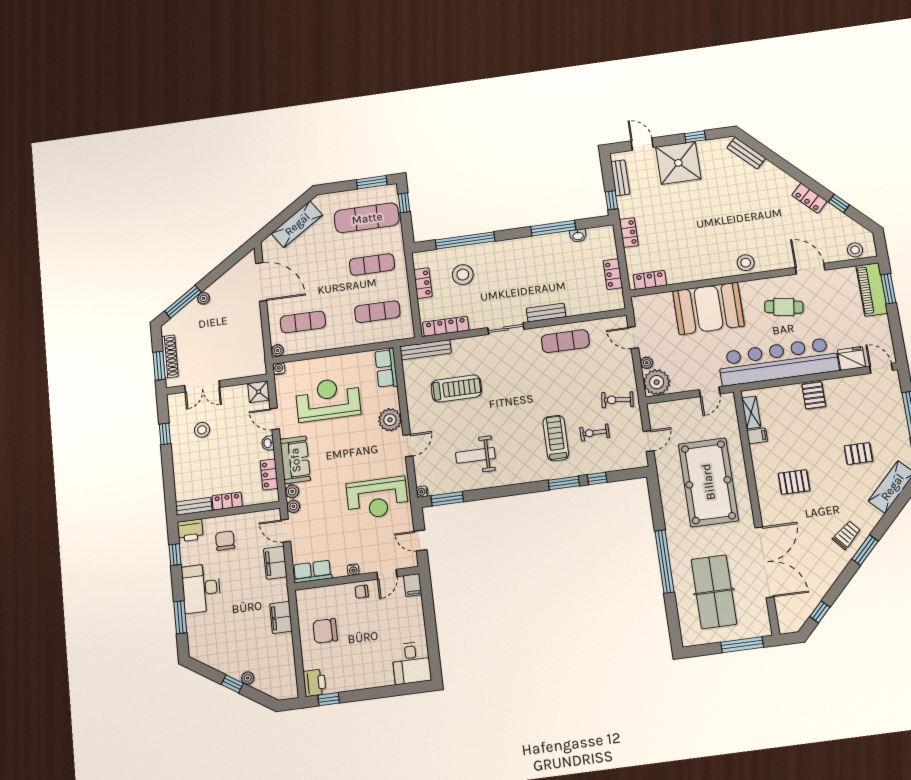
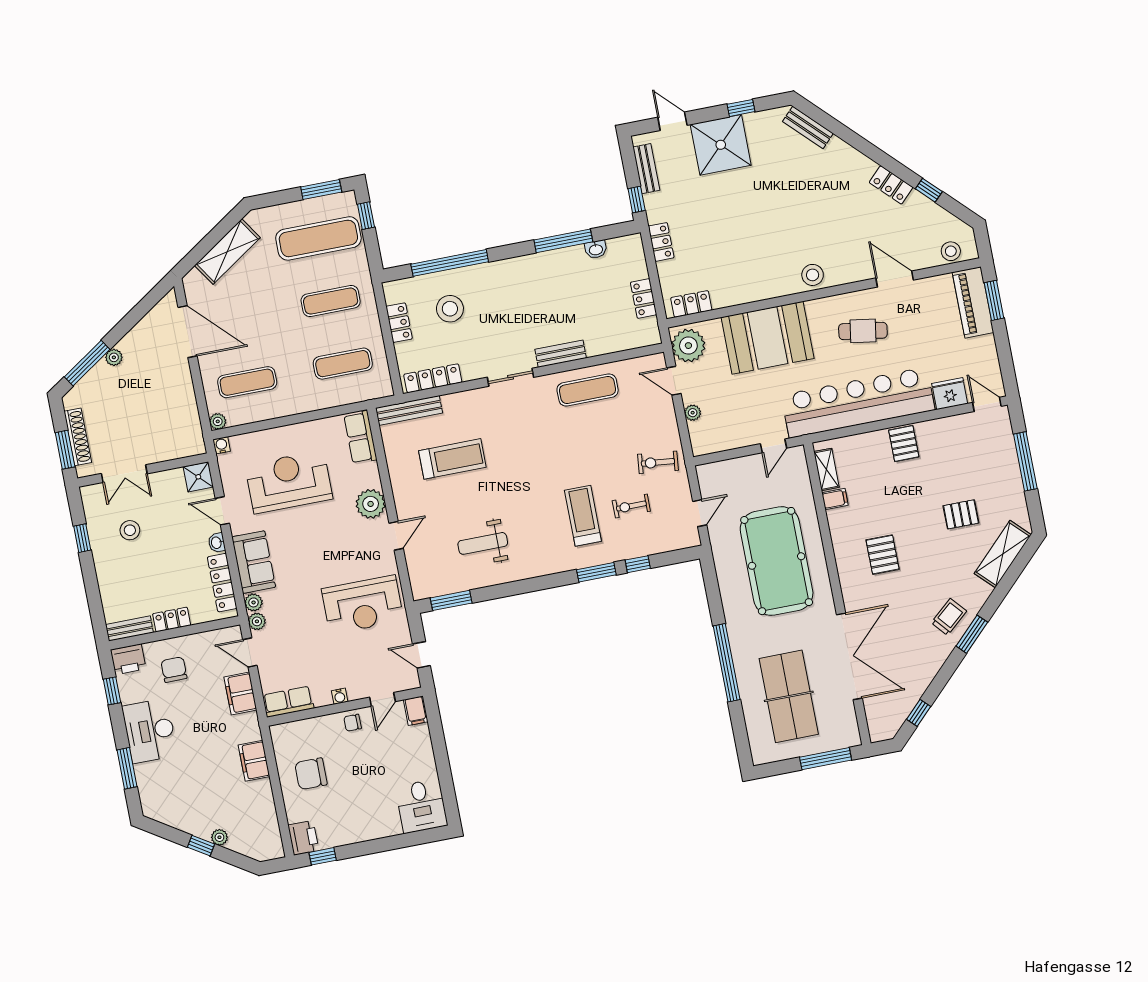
plant: (657, 382) -> (688, 346), moved
locker: (269, 474) -> (222, 583), width x1.53
pallet: (794, 482) -> (883, 555), turned 90
water cooler: (422, 492) -> (419, 593), removed

